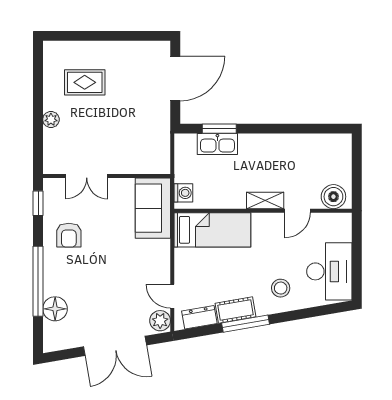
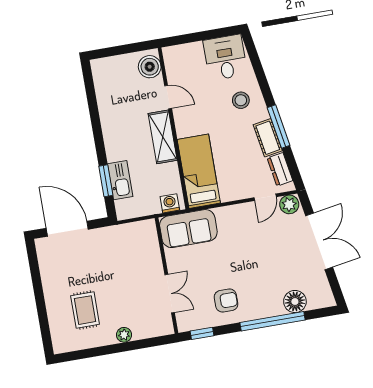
shelving: (265, 200) -> (163, 137), width x1.50, depth x1.33
desk: (329, 271) -> (225, 57), width x0.73

